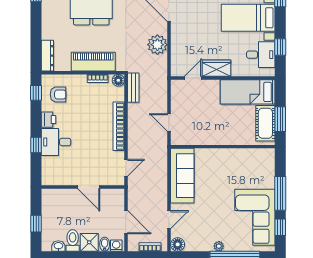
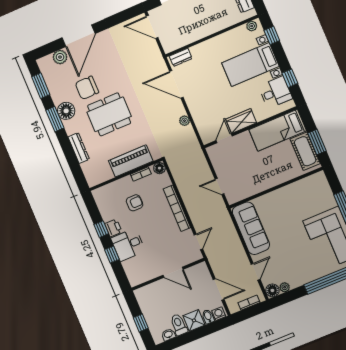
plant: (157, 45) -> (185, 121), width x0.53, depth x0.53
dresser: (47, 56) -> (79, 148), moved
bench: (133, 88) -> (175, 169), removed
window: (36, 93) -> (101, 229), moved
armchair: (58, 94) -> (135, 203), moved
plant: (219, 246) -> (285, 287), moved

